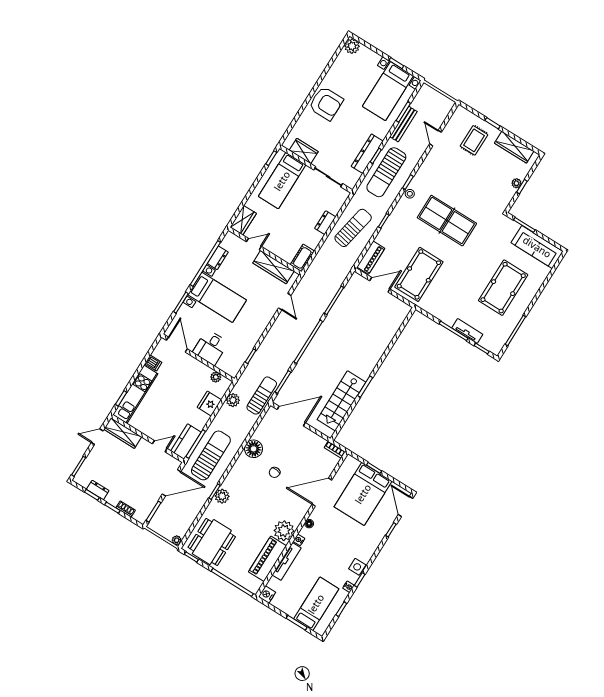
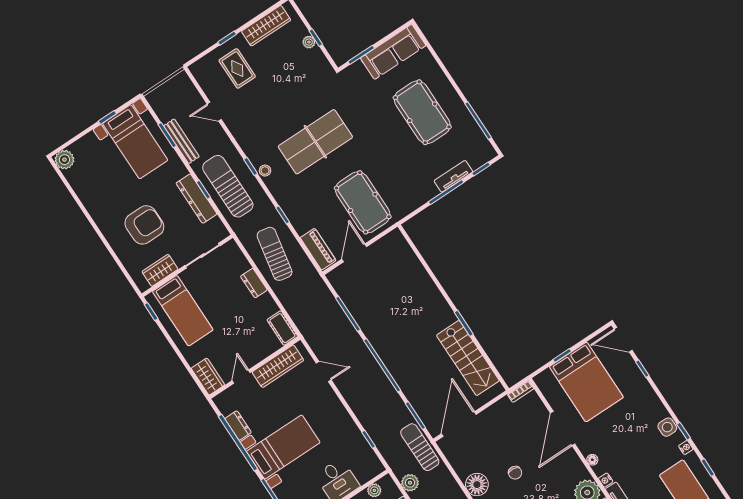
armchair: (326, 103) -> (144, 225), moved
sun lounger: (386, 172) -> (228, 186), turned 180

